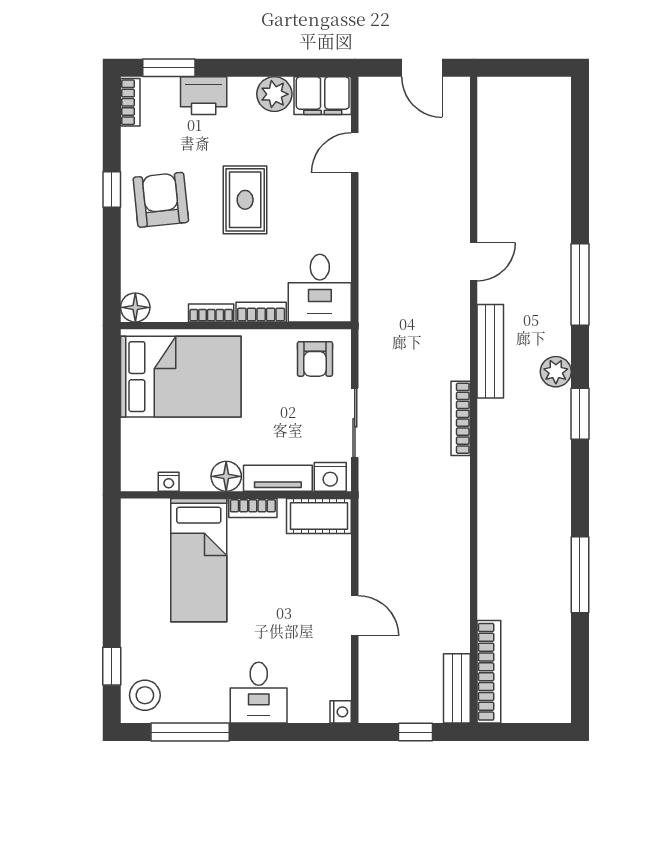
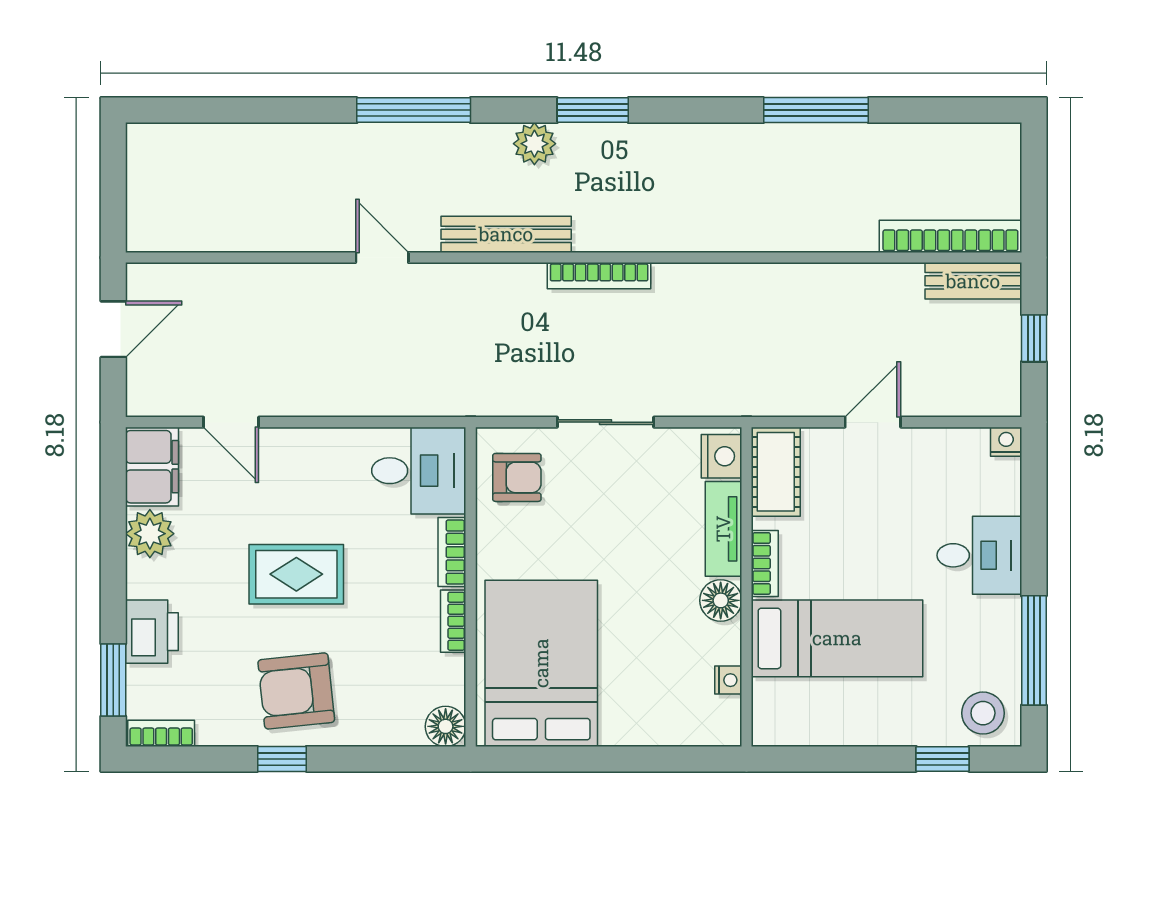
floor lamp: (226, 476) -> (721, 600), moved
nightstand: (330, 477) -> (721, 456), moved
tv unit: (278, 478) -> (723, 529), moved
nightstand: (169, 482) -> (728, 680), moved
wall: (236, 495) -> (747, 587), moved
bookcase: (253, 508) -> (765, 563), moved
cot: (319, 516) -> (776, 472), moved
bed: (199, 560) -> (837, 638), moved

